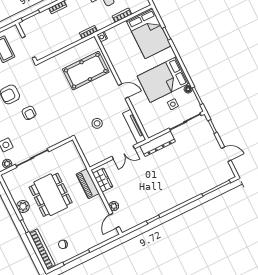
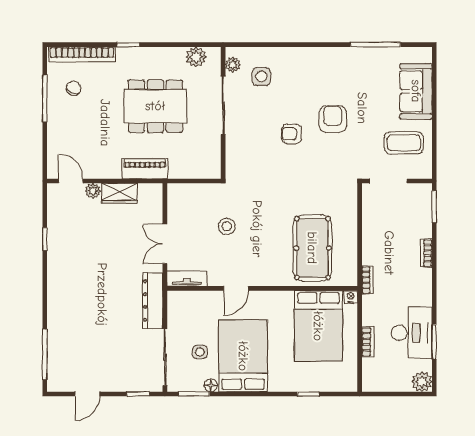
bed: (149, 33) -> (318, 326), moved, turned -90
door: (123, 91) -> (236, 288), moved
tv unit: (134, 127) -> (187, 279), width x0.71
wardrobe: (103, 180) -> (119, 193), moved
plant: (23, 206) -> (196, 57), moved

